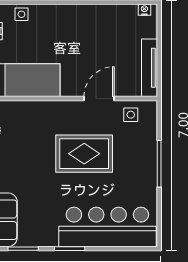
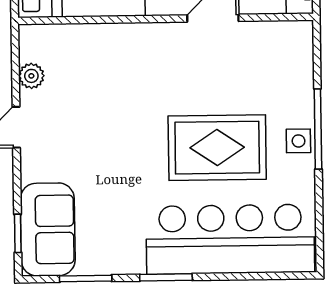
side table: (131, 115) -> (298, 141), moved
rug: (84, 154) -> (217, 148), moved

